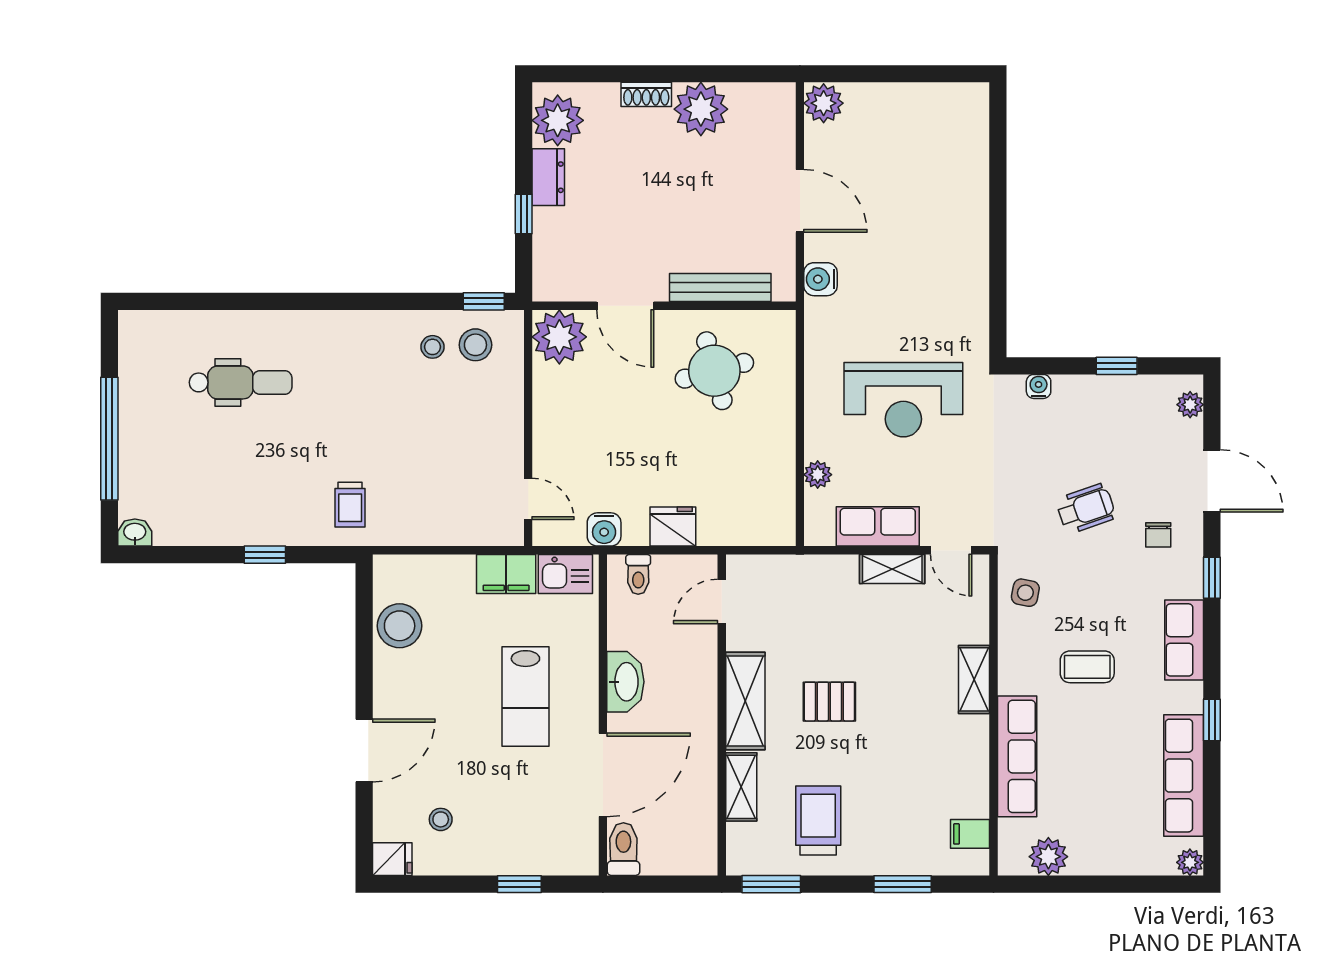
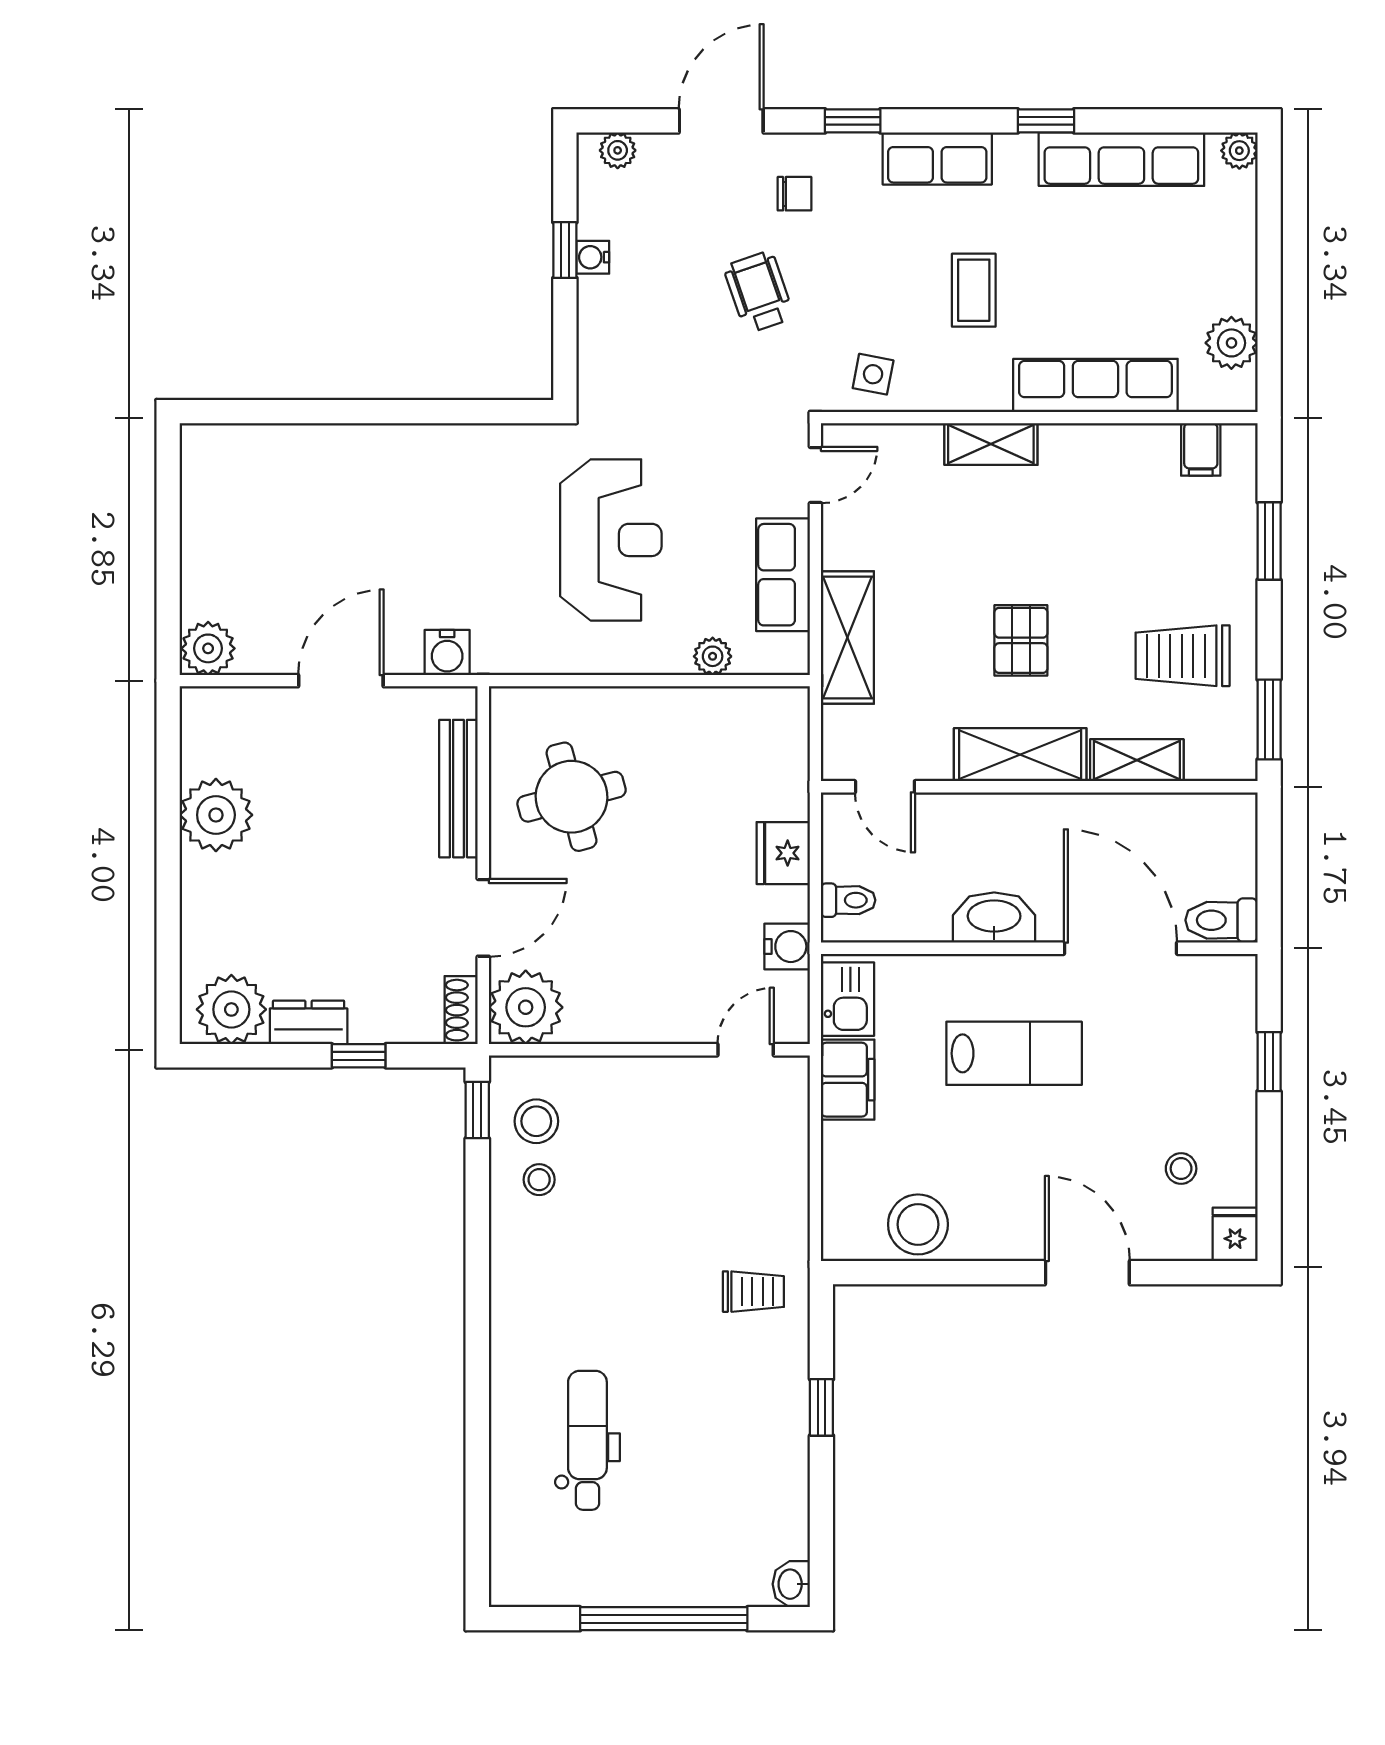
shoe rack: (646, 94) -> (461, 1010), moved, turned 180
water cooler: (1039, 386) -> (593, 257), moved
shelving: (892, 569) -> (847, 638), moved, width x1.50, depth x1.33

